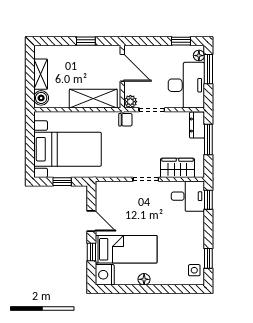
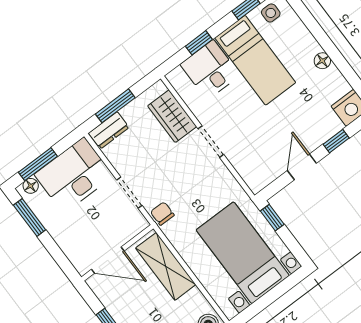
window: (181, 41) -> (30, 218), width x1.50
door: (122, 68) -> (108, 260), swing flipped
plant: (130, 102) -> (138, 223), removed
window: (62, 182) -> (272, 218), moved
desk: (188, 196) -> (210, 70), moved
window: (208, 200) -> (199, 43), moved
bed: (126, 249) -> (255, 60), moved, turned 180

